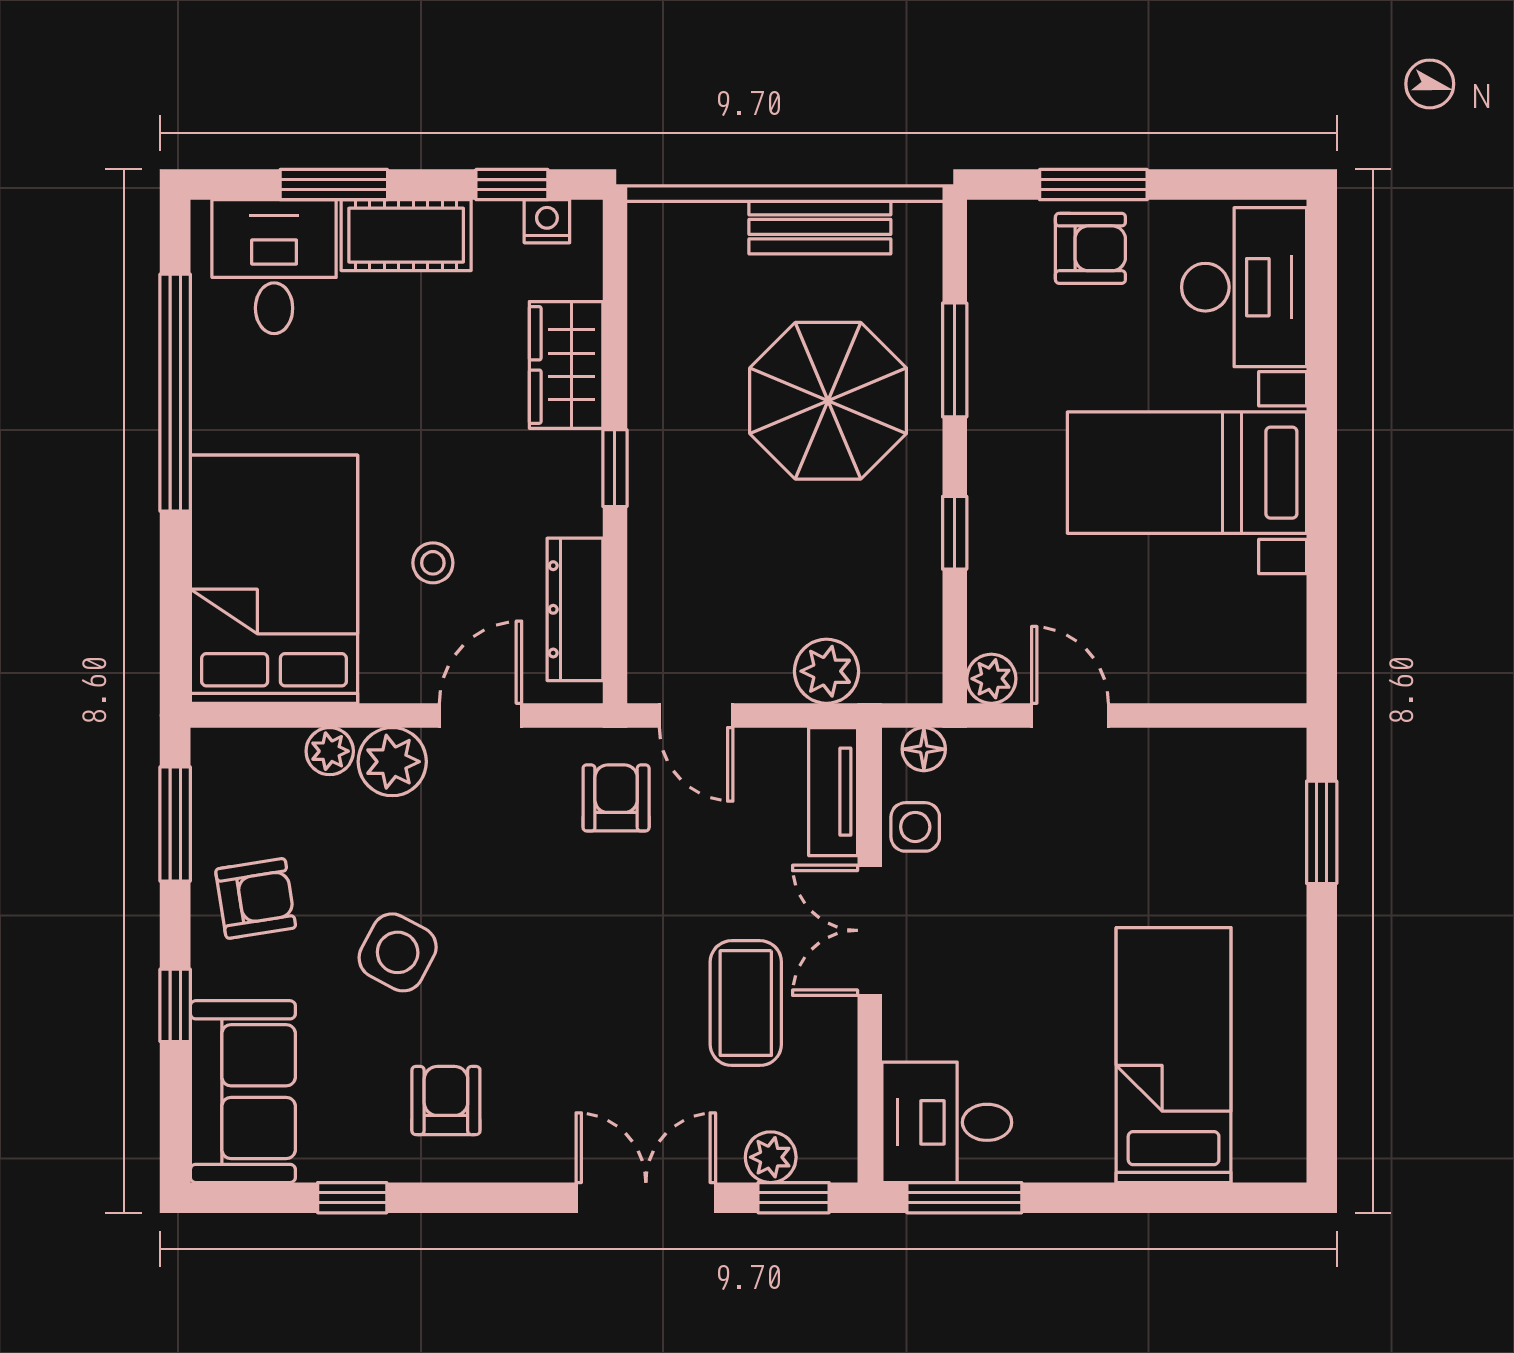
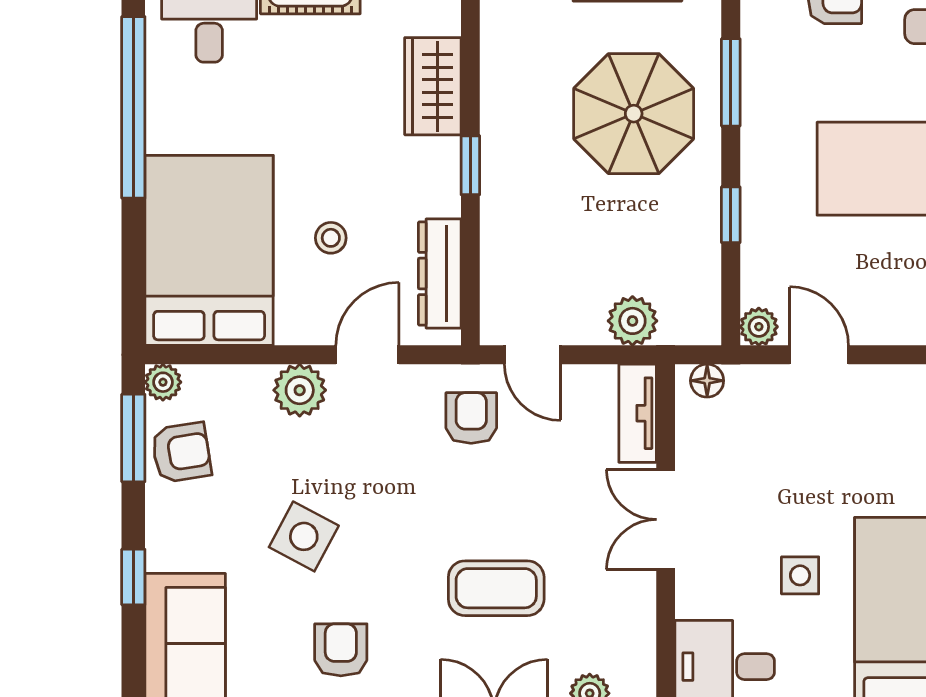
plant: (330, 751) -> (163, 382), moved
side table: (915, 827) -> (800, 575), moved
armchair: (256, 898) -> (181, 452), moved
coffee table: (746, 1003) -> (496, 588), moved, turned 90

